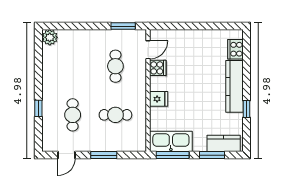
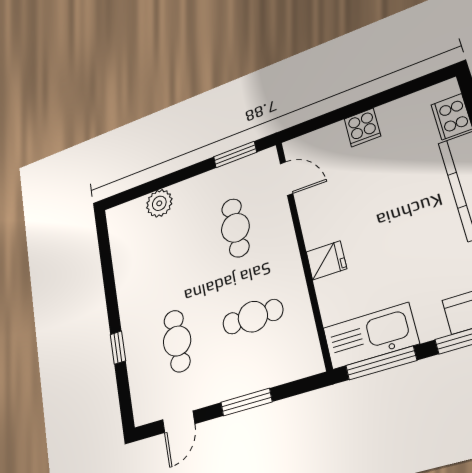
plant: (50, 37) -> (159, 203), moved
door: (148, 50) -> (287, 179), hinge flipped
cooker: (158, 68) -> (362, 127), moved, turned 90

